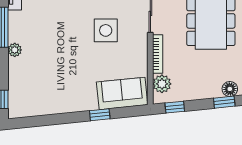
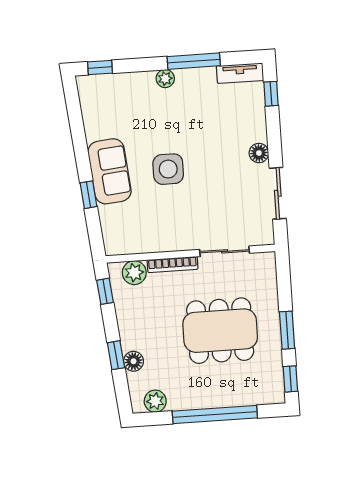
side table: (106, 30) -> (168, 169), moved
sofa: (122, 93) -> (110, 171), moved

